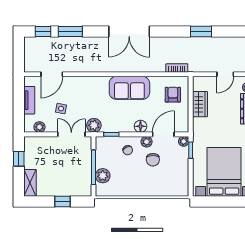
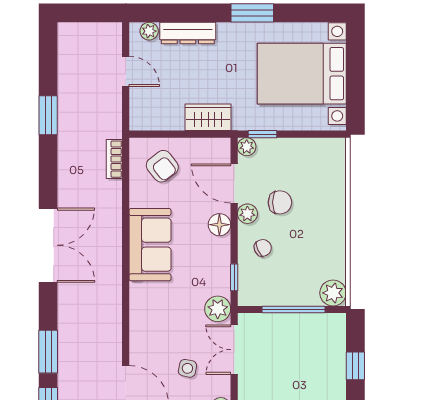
armchair: (173, 95) -> (162, 166), turned -128
wardrobe: (200, 104) -> (208, 117), moved
plant: (103, 176) -> (333, 293), moved

